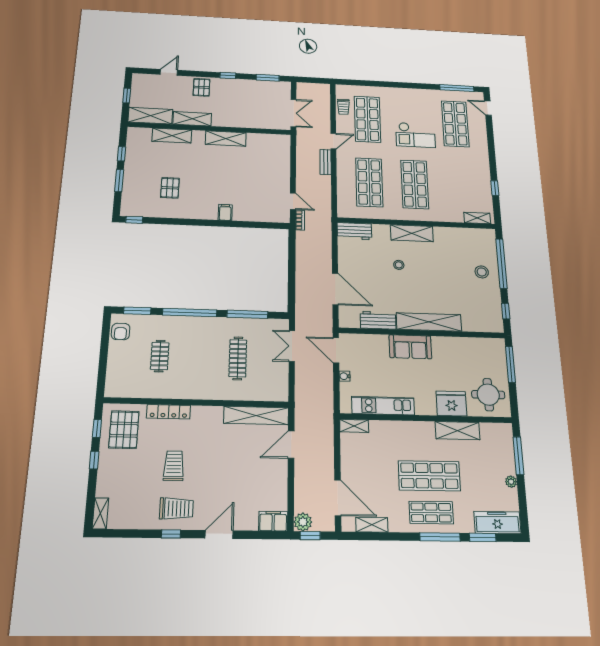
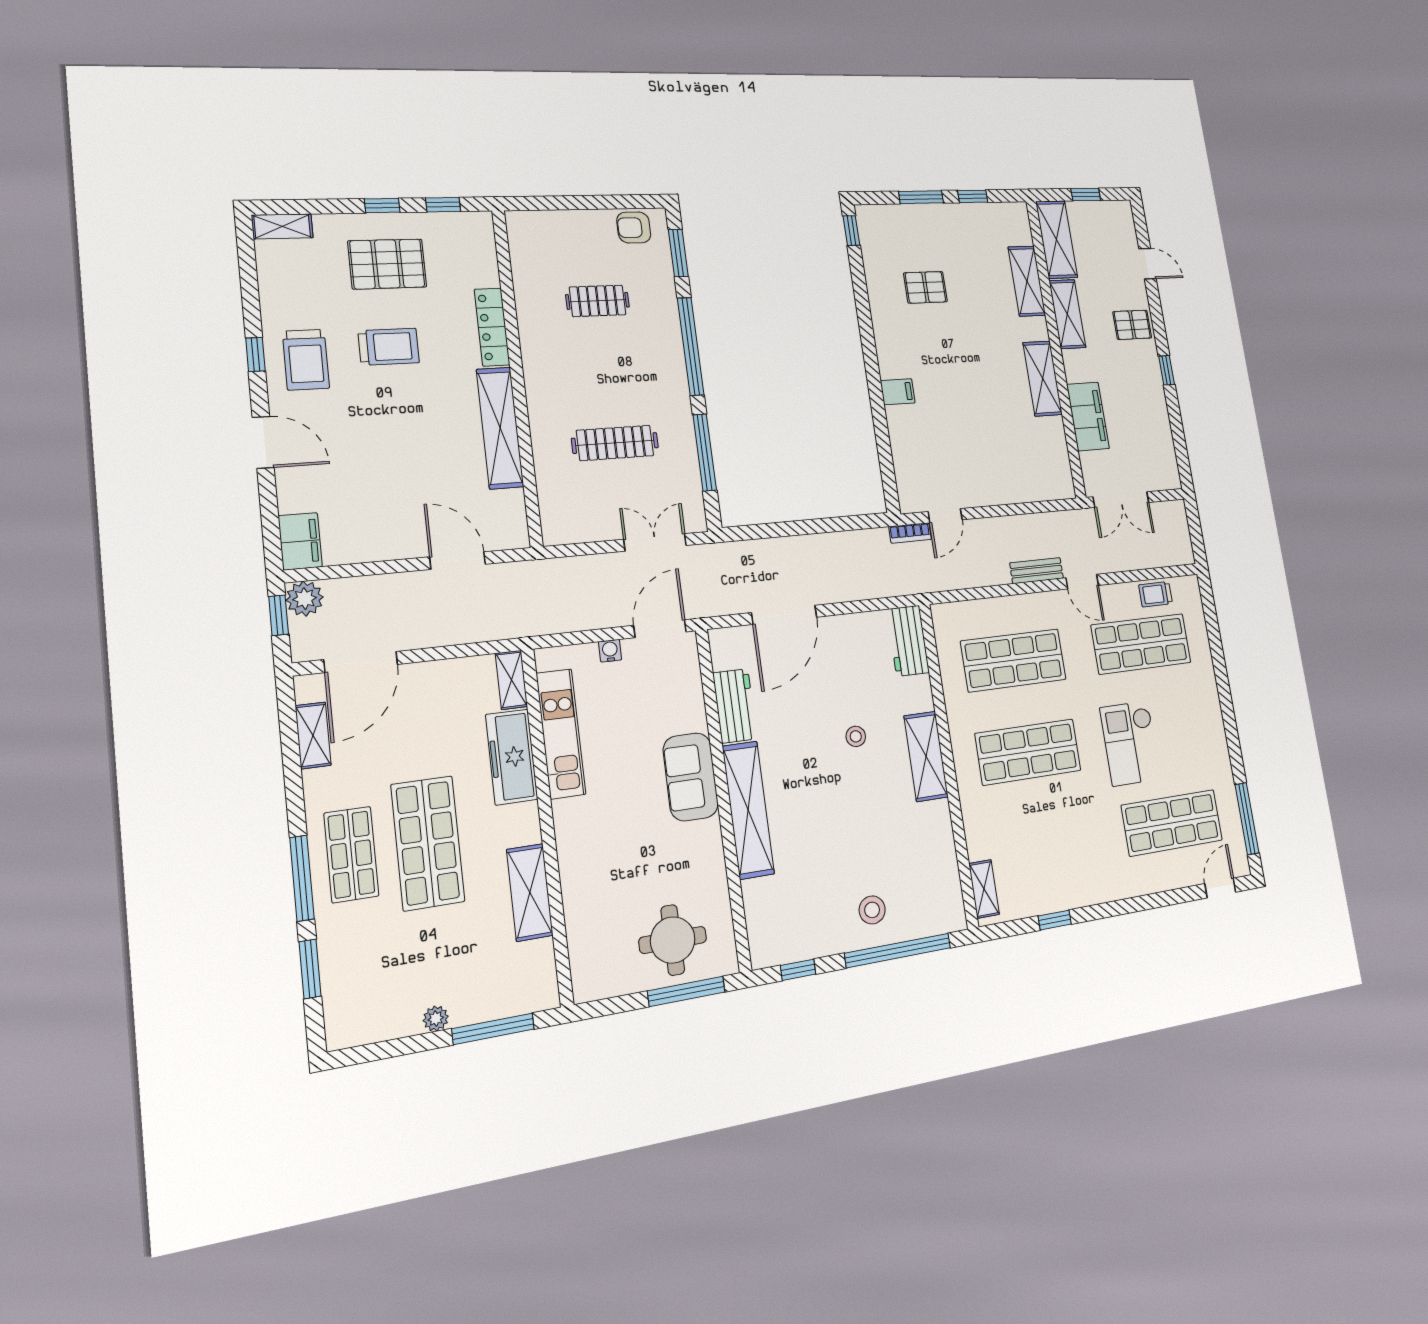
window: (268, 78) -> (1180, 444), removed
filing cabinet: (248, 120) -> (1088, 416), added
round table: (488, 395) -> (673, 940), moved
fridge: (451, 404) -> (585, 874), removed
shelving: (256, 415) -> (500, 428), moved
pallet: (124, 430) -> (387, 264), moved
freezer: (497, 523) -> (512, 757), moved, turned 180

